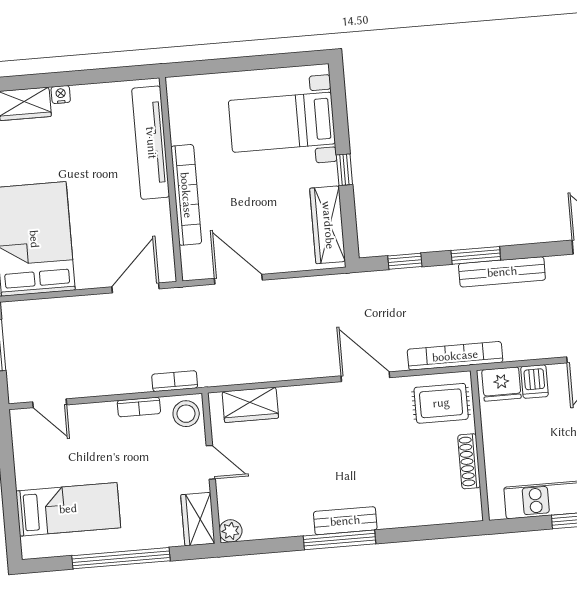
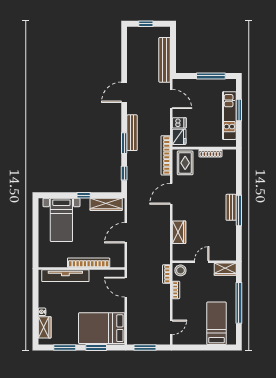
door: (238, 279) -> (126, 233), moved
wardrobe: (250, 405) -> (179, 232), moved
plant: (231, 531) -> (231, 256), removed

